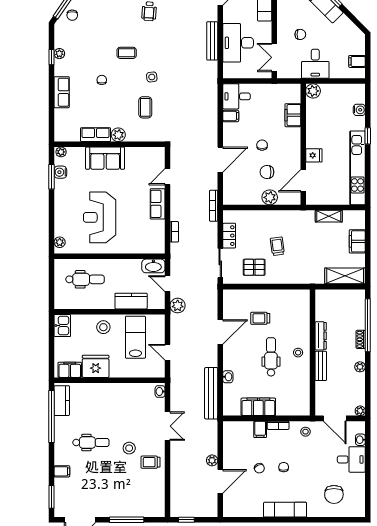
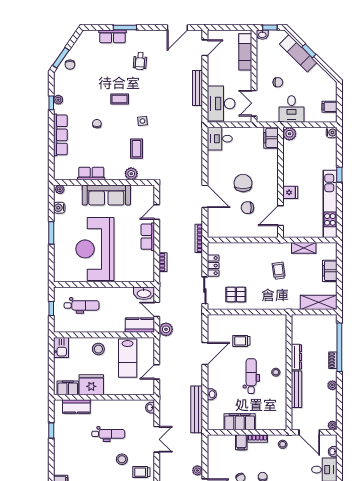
desk: (238, 43) -> (221, 104), moved
row of seats: (62, 92) -> (60, 135), width x1.48
water cooler: (359, 110) -> (332, 132), moved
filing cabinet: (293, 115) -> (271, 138), moved
filing cabinet: (231, 116) -> (214, 157), removed
plant: (118, 135) -> (131, 174), moved
chair: (262, 145) -> (243, 183), width x1.87, depth x1.87
sofa: (105, 158) -> (106, 195), width x1.36
door: (220, 160) -> (205, 196), hinge flipped
window: (52, 177) -> (51, 233), moved
plant: (270, 197) -> (250, 231), removed
reception desk: (100, 217) -> (95, 249), width x1.36, depth x1.30
plant: (60, 242) -> (58, 272), removed
trolley: (277, 246) -> (279, 271), moved
window: (52, 283) -> (51, 309), added
kitchen counter: (131, 301) -> (140, 325), moved
lab bench: (135, 337) -> (128, 358), turned 180
door: (168, 352) -> (157, 372), hinge flipped
bench: (321, 366) -> (296, 389), width x1.36
kitchen counter: (62, 401) -> (76, 407), moved, turned 90
window: (52, 417) -> (51, 431), width x0.32
dental chair: (91, 442) -> (108, 434), moved

